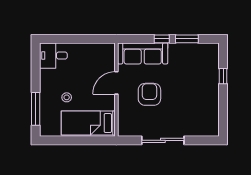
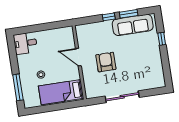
sofa: (143, 53) -> (133, 25), moved
door: (116, 83) -> (78, 57), hinge flipped

